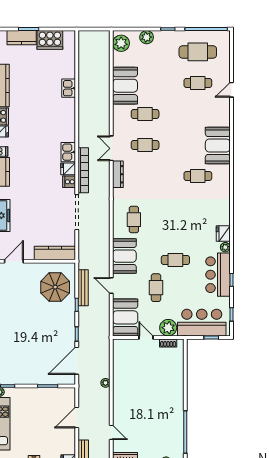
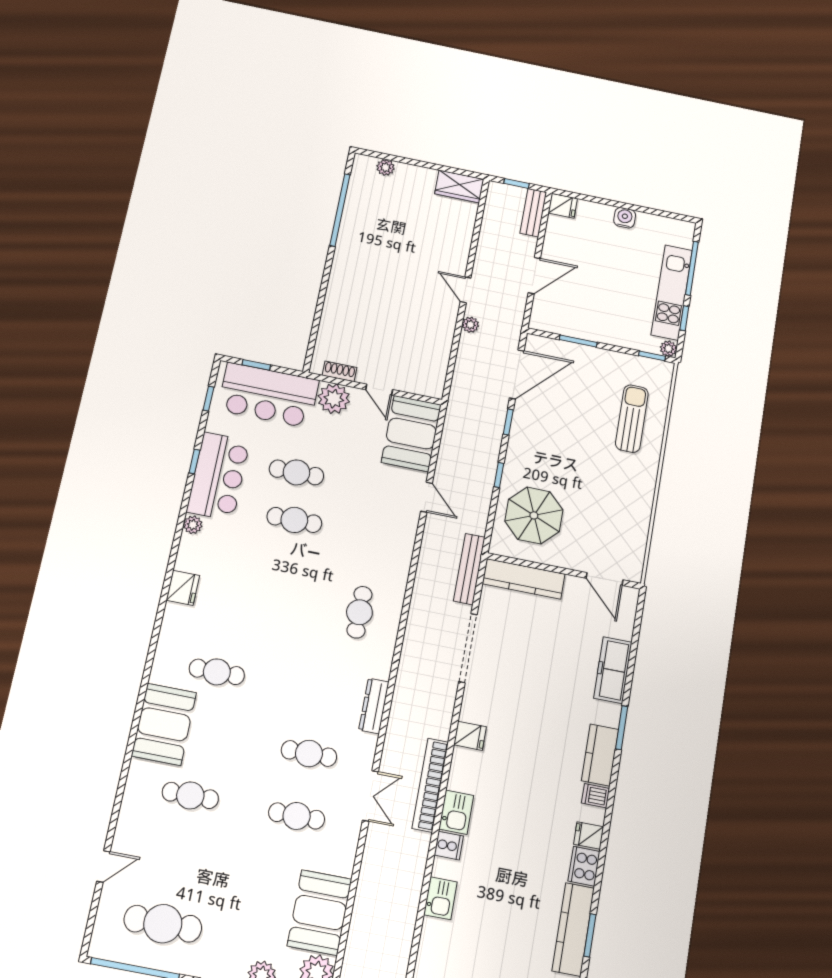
cafe table: (198, 83) -> (190, 795), moved
booth: (125, 86) -> (320, 912), moved
door: (231, 90) -> (103, 866), moved
double door: (111, 148) -> (370, 796), moved
kitchen sink: (68, 152) -> (456, 812), moved
bookcase: (83, 170) -> (430, 785), moved
cooker: (69, 182) -> (449, 846), moved
fridge: (223, 234) -> (183, 588), moved
booth: (124, 256) -> (391, 547), removed
door: (14, 261) -> (604, 579), hinge flipped
bench: (83, 288) -> (469, 569), moved
cafe table: (156, 288) -> (296, 472), moved, turned 90
sun lounger: (13, 349) -> (632, 419), added
door: (111, 432) -> (466, 290), moved

